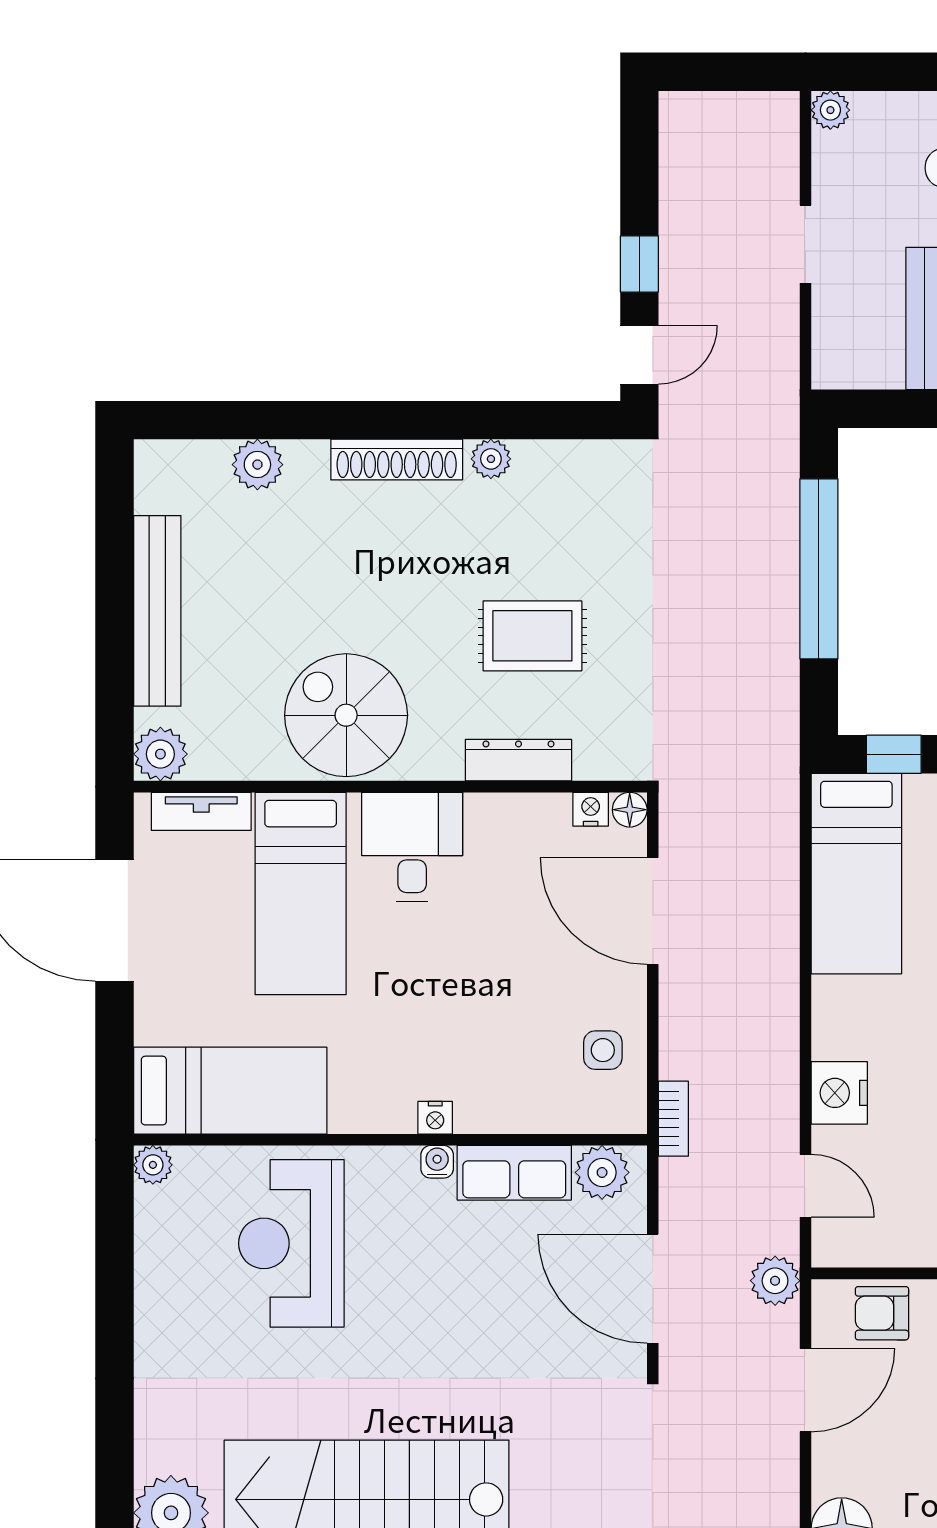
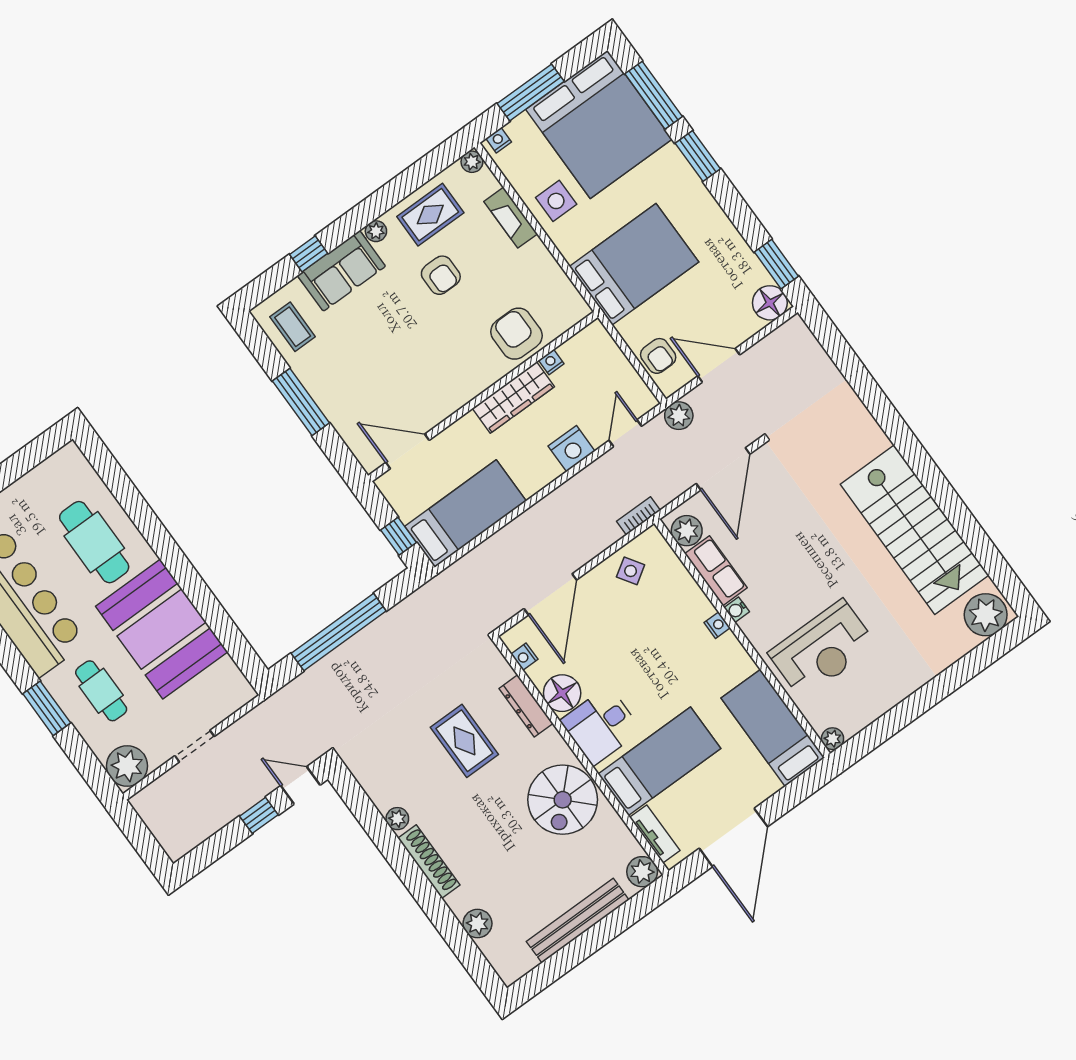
plant: (830, 110) -> (127, 766), width x1.88, depth x1.88
floor lamp: (630, 810) -> (562, 693), moved, width x1.89, depth x1.89
side table: (603, 1050) -> (631, 571), turned -33

